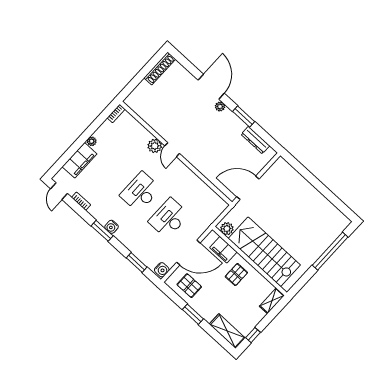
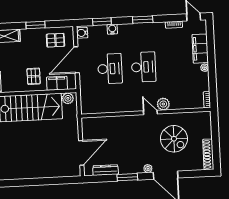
spiral stairs: (175, 109) -> (174, 139), added
door: (248, 188) -> (81, 153), moved
water cooler: (112, 227) -> (112, 29), moved

